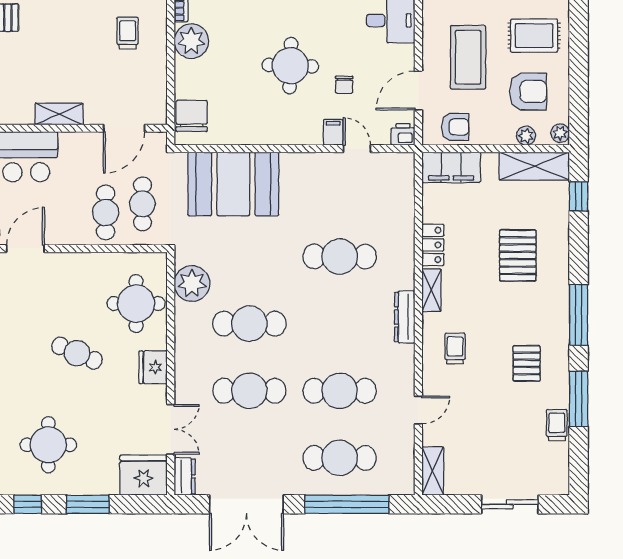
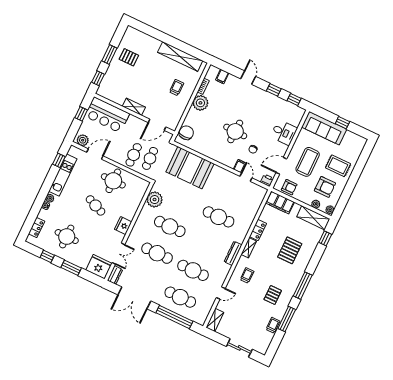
round table: (136, 304) -> (113, 181), moved

